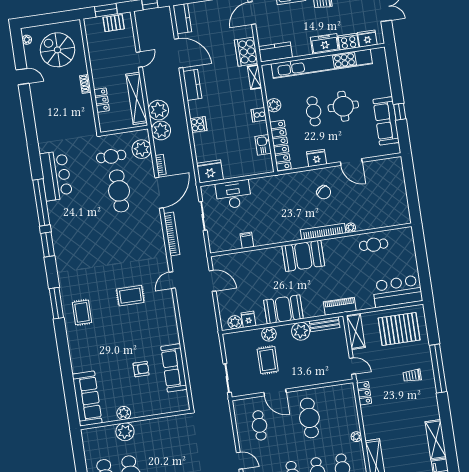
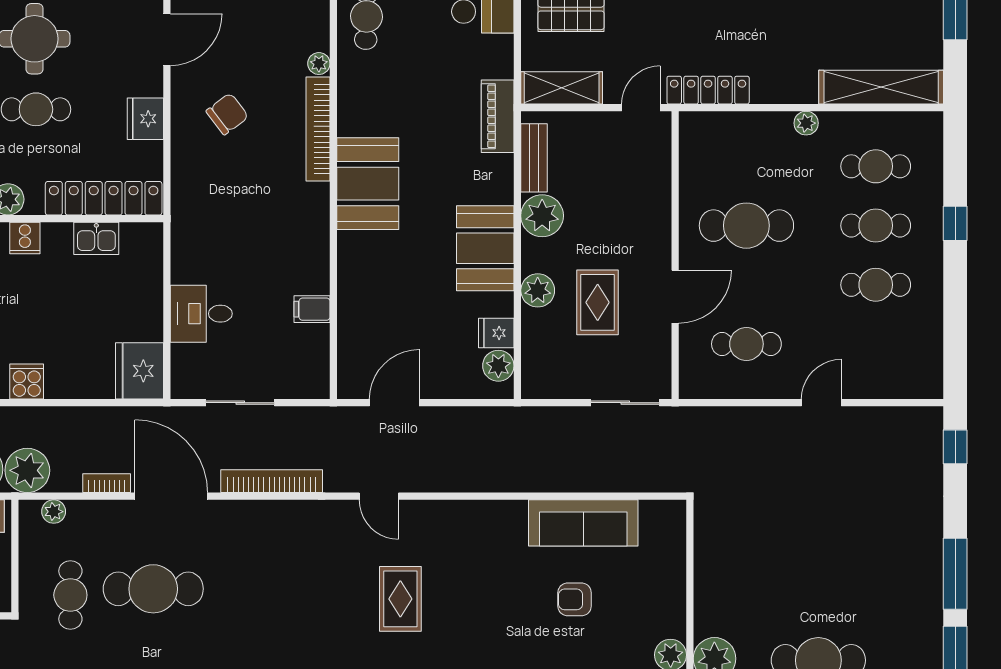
plant: (142, 149) -> (54, 512), width x0.53, depth x0.53
desk: (233, 194) -> (201, 314), width x0.73
rug: (268, 360) -> (598, 302), turned 90
armchair: (141, 369) -> (575, 599), turned -90
locker: (364, 393) -> (708, 90), width x1.53

